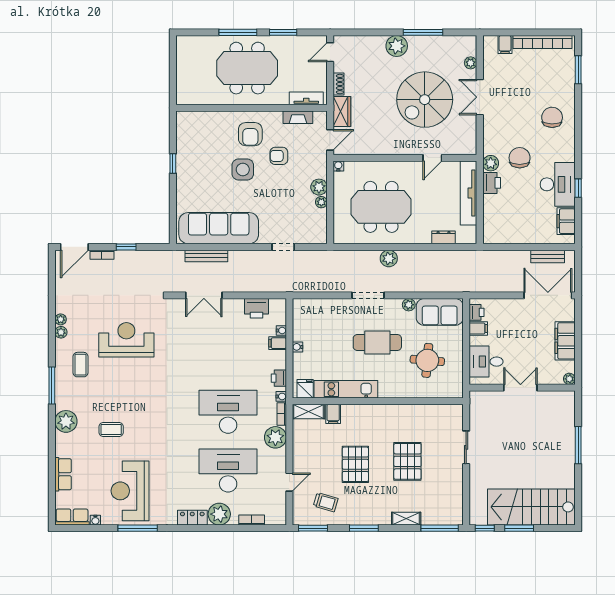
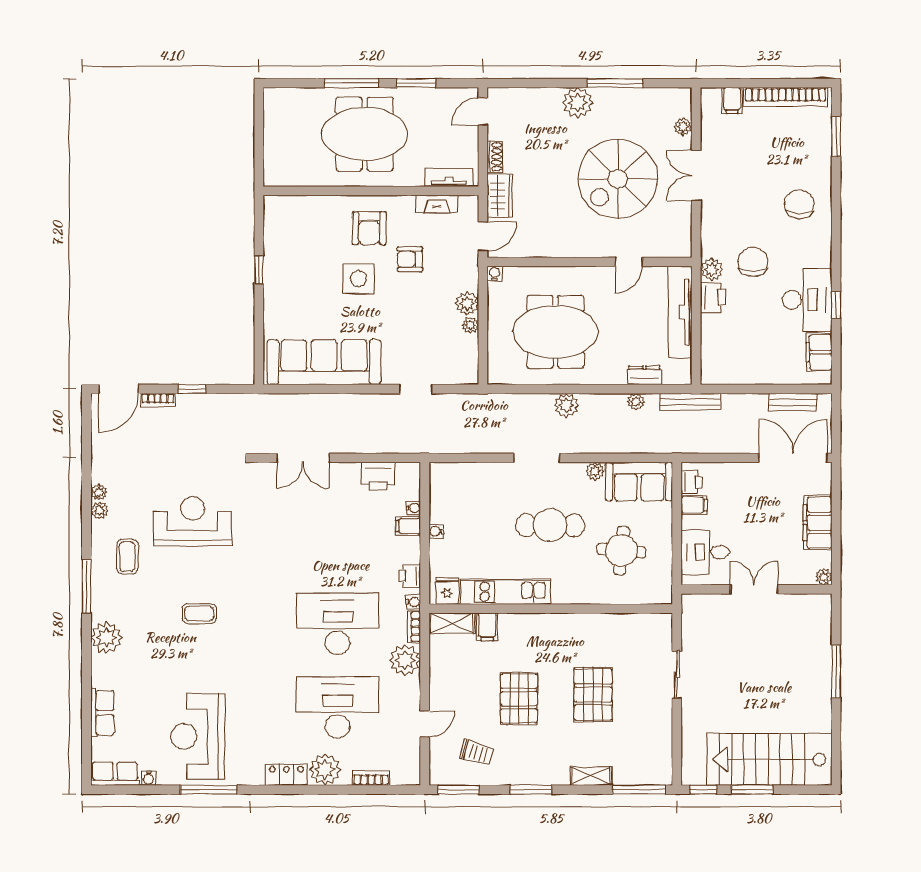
bench: (206, 256) -> (690, 402), moved
plant: (437, 256) -> (636, 402), added
coffee table: (111, 430) -> (199, 614), moved

